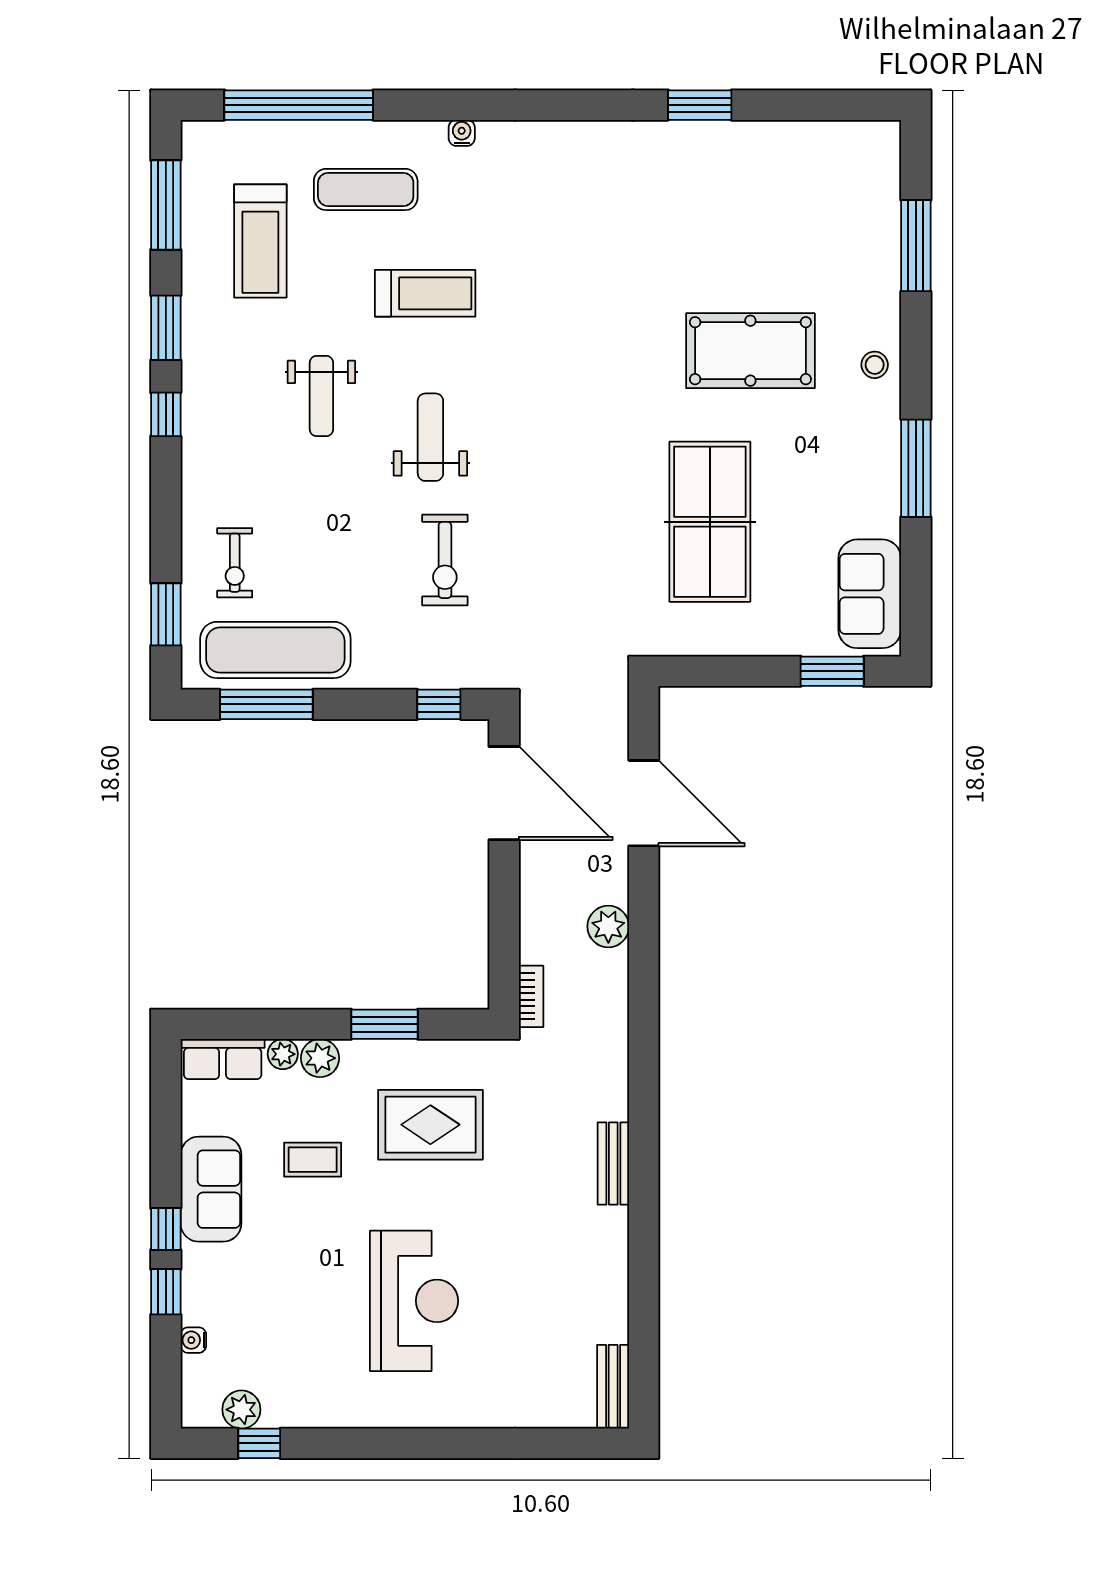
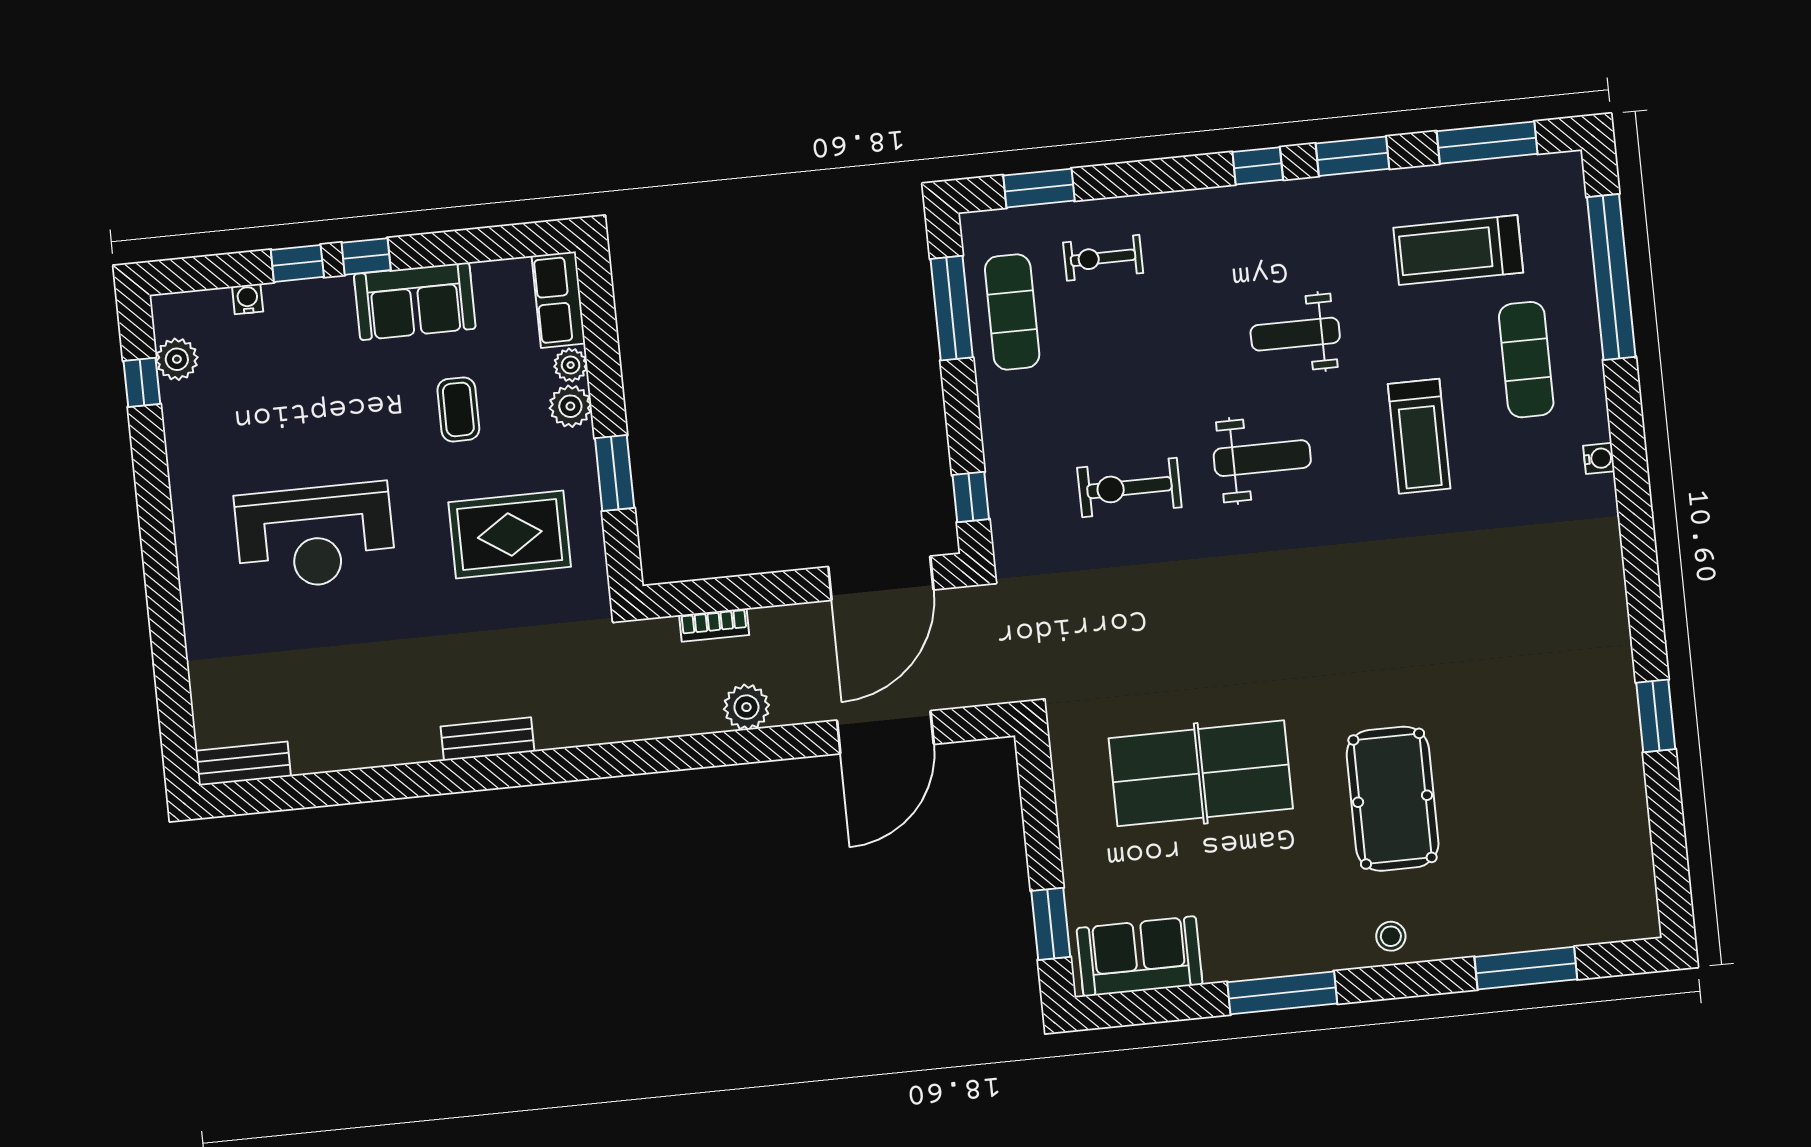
exercise mat: (275, 650) -> (1012, 312), width x0.73, depth x0.69
bookcase: (531, 996) -> (714, 625), moved
rug: (430, 1125) -> (510, 534), turned 90

